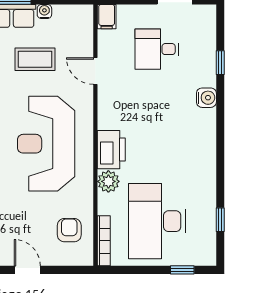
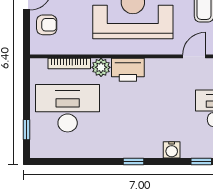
window: (220, 220) -> (134, 162), moved
armchair: (69, 230) -> (47, 25), moved
bookcase: (104, 241) -> (69, 63), moved

